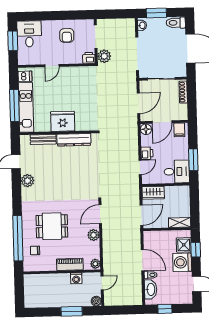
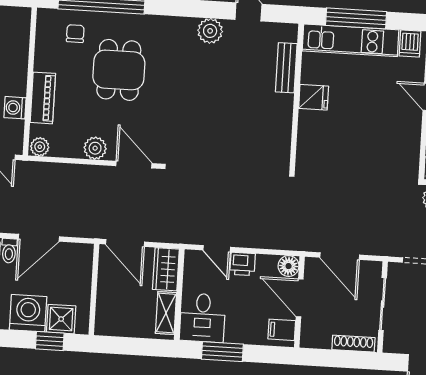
fridge: (63, 121) -> (314, 97), width x0.53, depth x0.75
dresser: (74, 140) -> (281, 126), removed
shelving: (180, 223) -> (166, 313), moved

